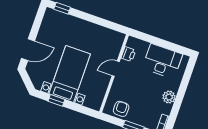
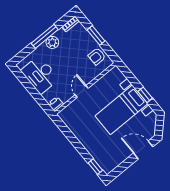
printer: (128, 54) -> (56, 104), moved
door: (116, 69) -> (82, 91), swing flipped
window: (179, 98) -> (45, 36), added

